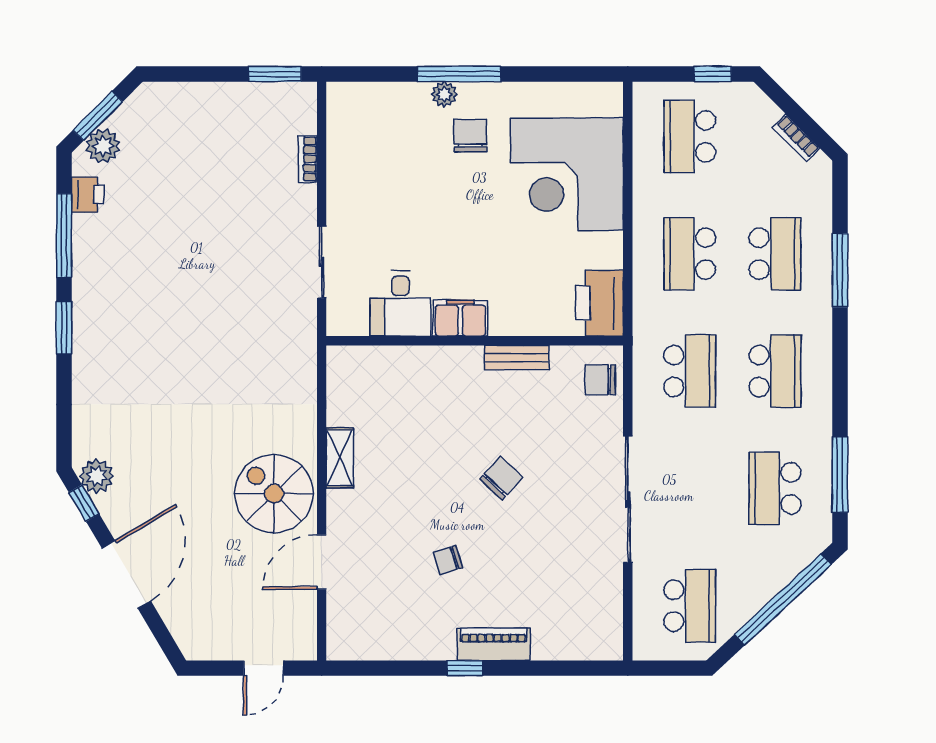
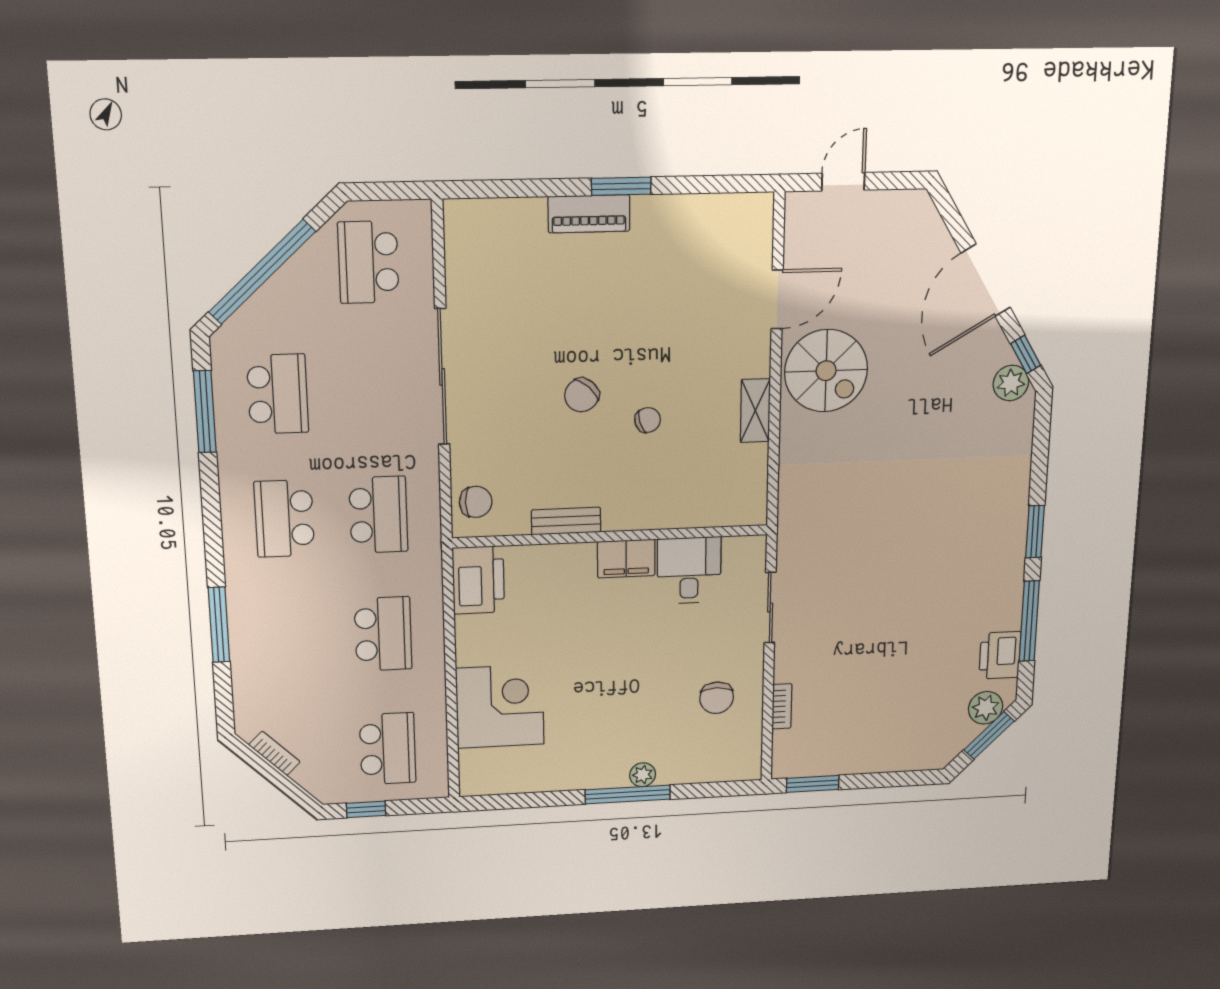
chair: (470, 136) -> (717, 698), moved
corner desk: (567, 174) -> (500, 706), width x0.74, depth x0.74
printer: (88, 195) -> (1000, 655), width x1.36, depth x1.24
school desk: (775, 254) -> (291, 638), removed
school desk: (690, 371) -> (378, 515), turned 180
chair: (448, 560) -> (648, 420), moved
window: (465, 668) -> (621, 186), width x1.50

